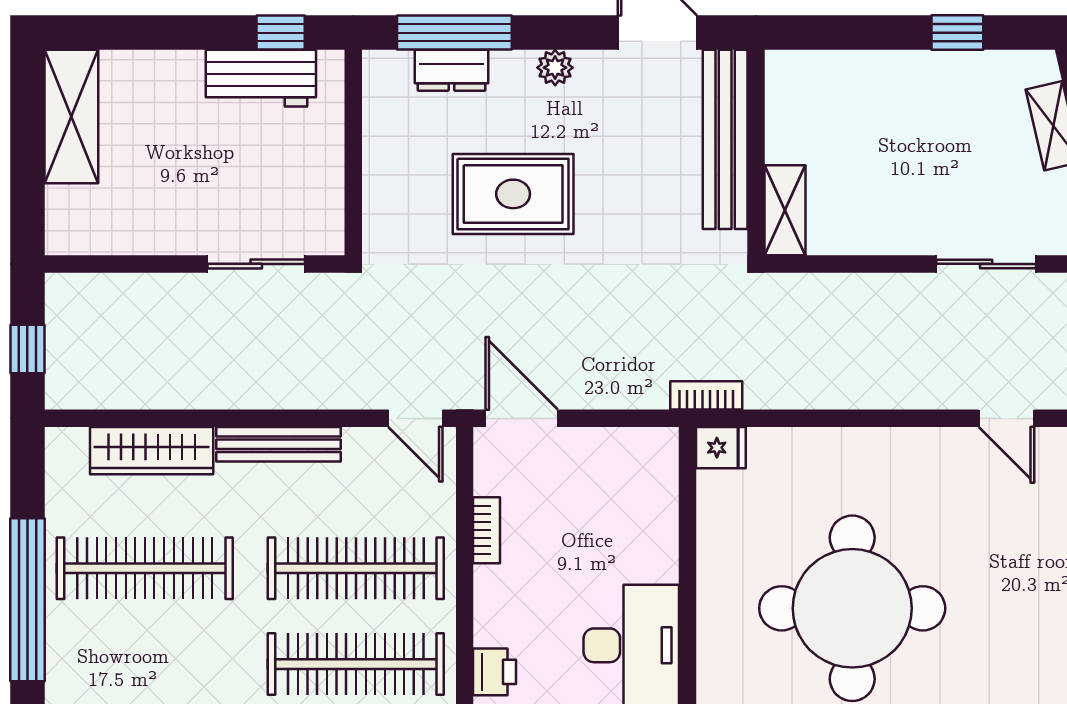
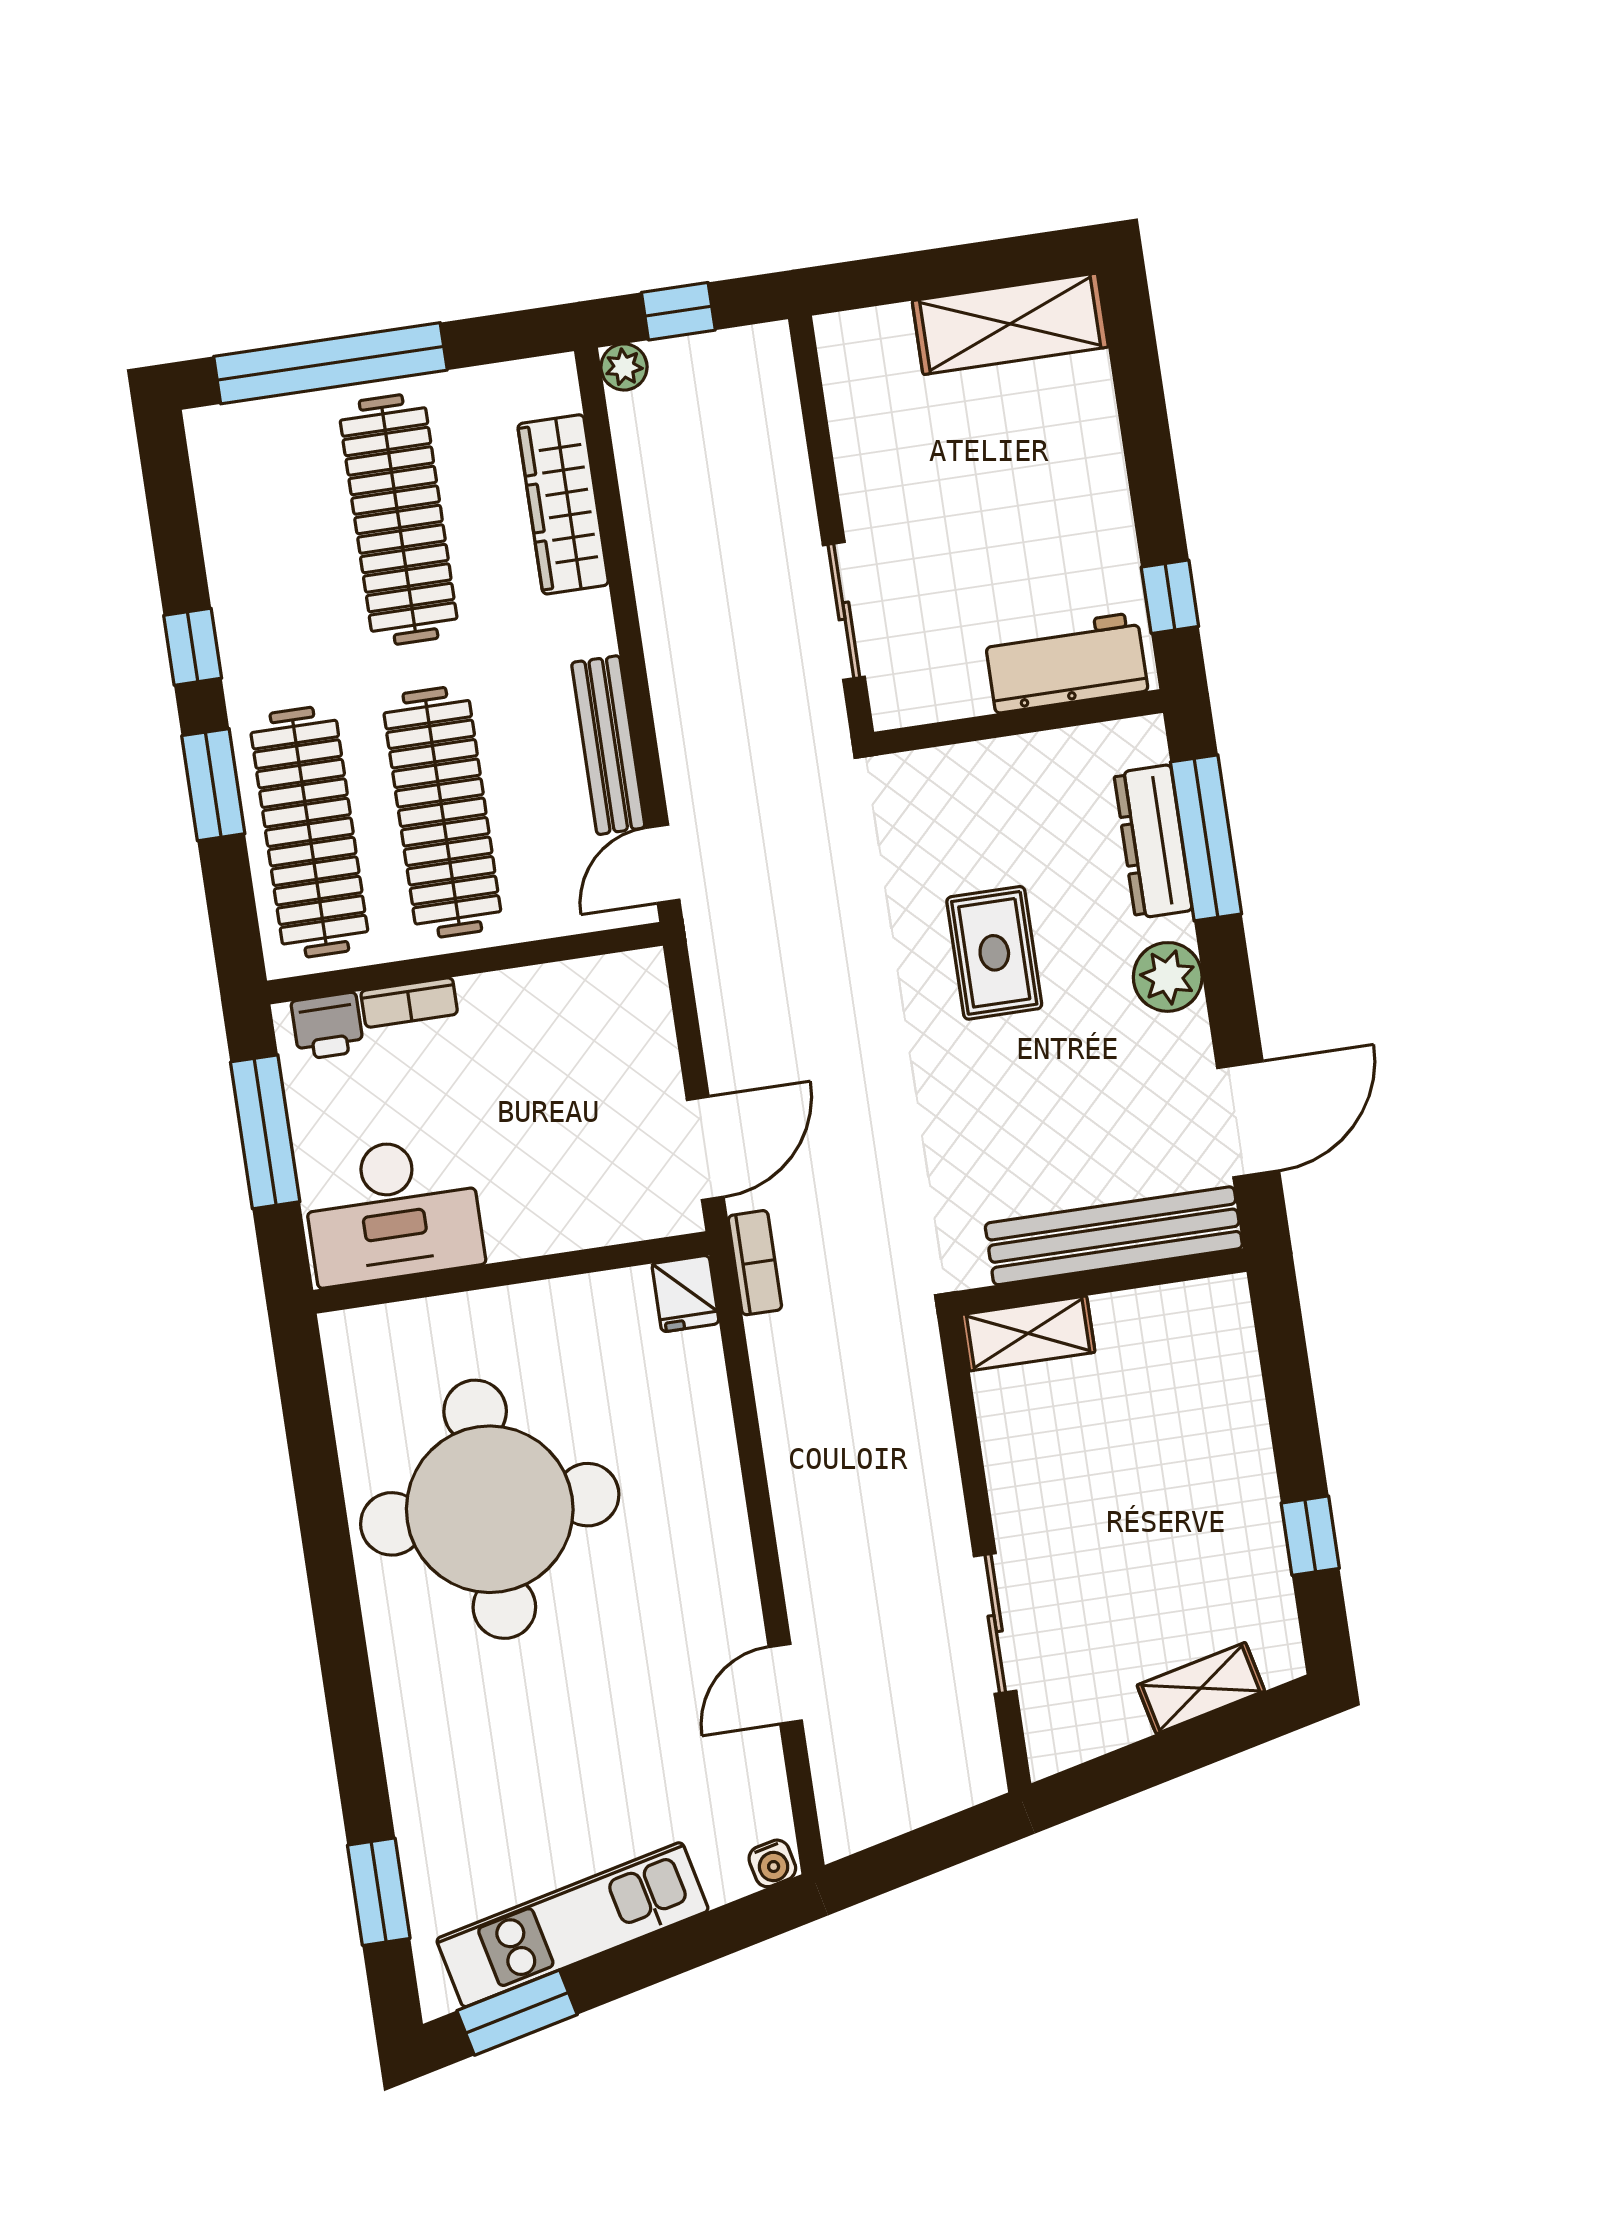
plant: (555, 68) -> (1168, 977), width x1.38, depth x1.38
dresser: (451, 70) -> (1153, 842), width x1.44
workbench: (261, 78) -> (1066, 663), moved, turned 90
rug: (513, 194) -> (994, 953), width x0.73, depth x0.70
plant: (61, 393) -> (624, 367), added
door: (522, 418) -> (705, 1148), moved
bench: (279, 444) -> (608, 745), moved
bookcase: (486, 530) -> (409, 1002), moved

